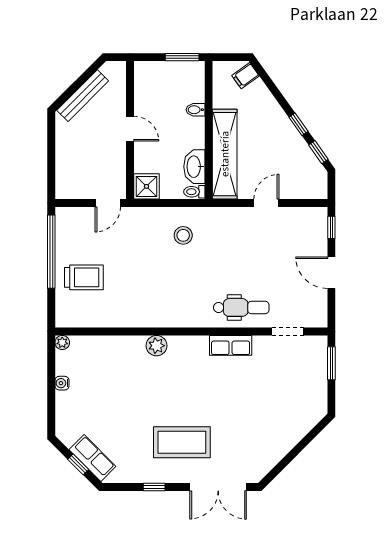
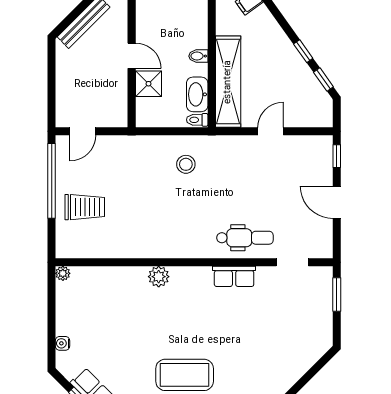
bidet: (195, 110) -> (198, 56), moved
shower: (146, 186) -> (148, 84), moved
door: (108, 203) -> (83, 131), moved
water cooler: (62, 383) -> (62, 343), moved

